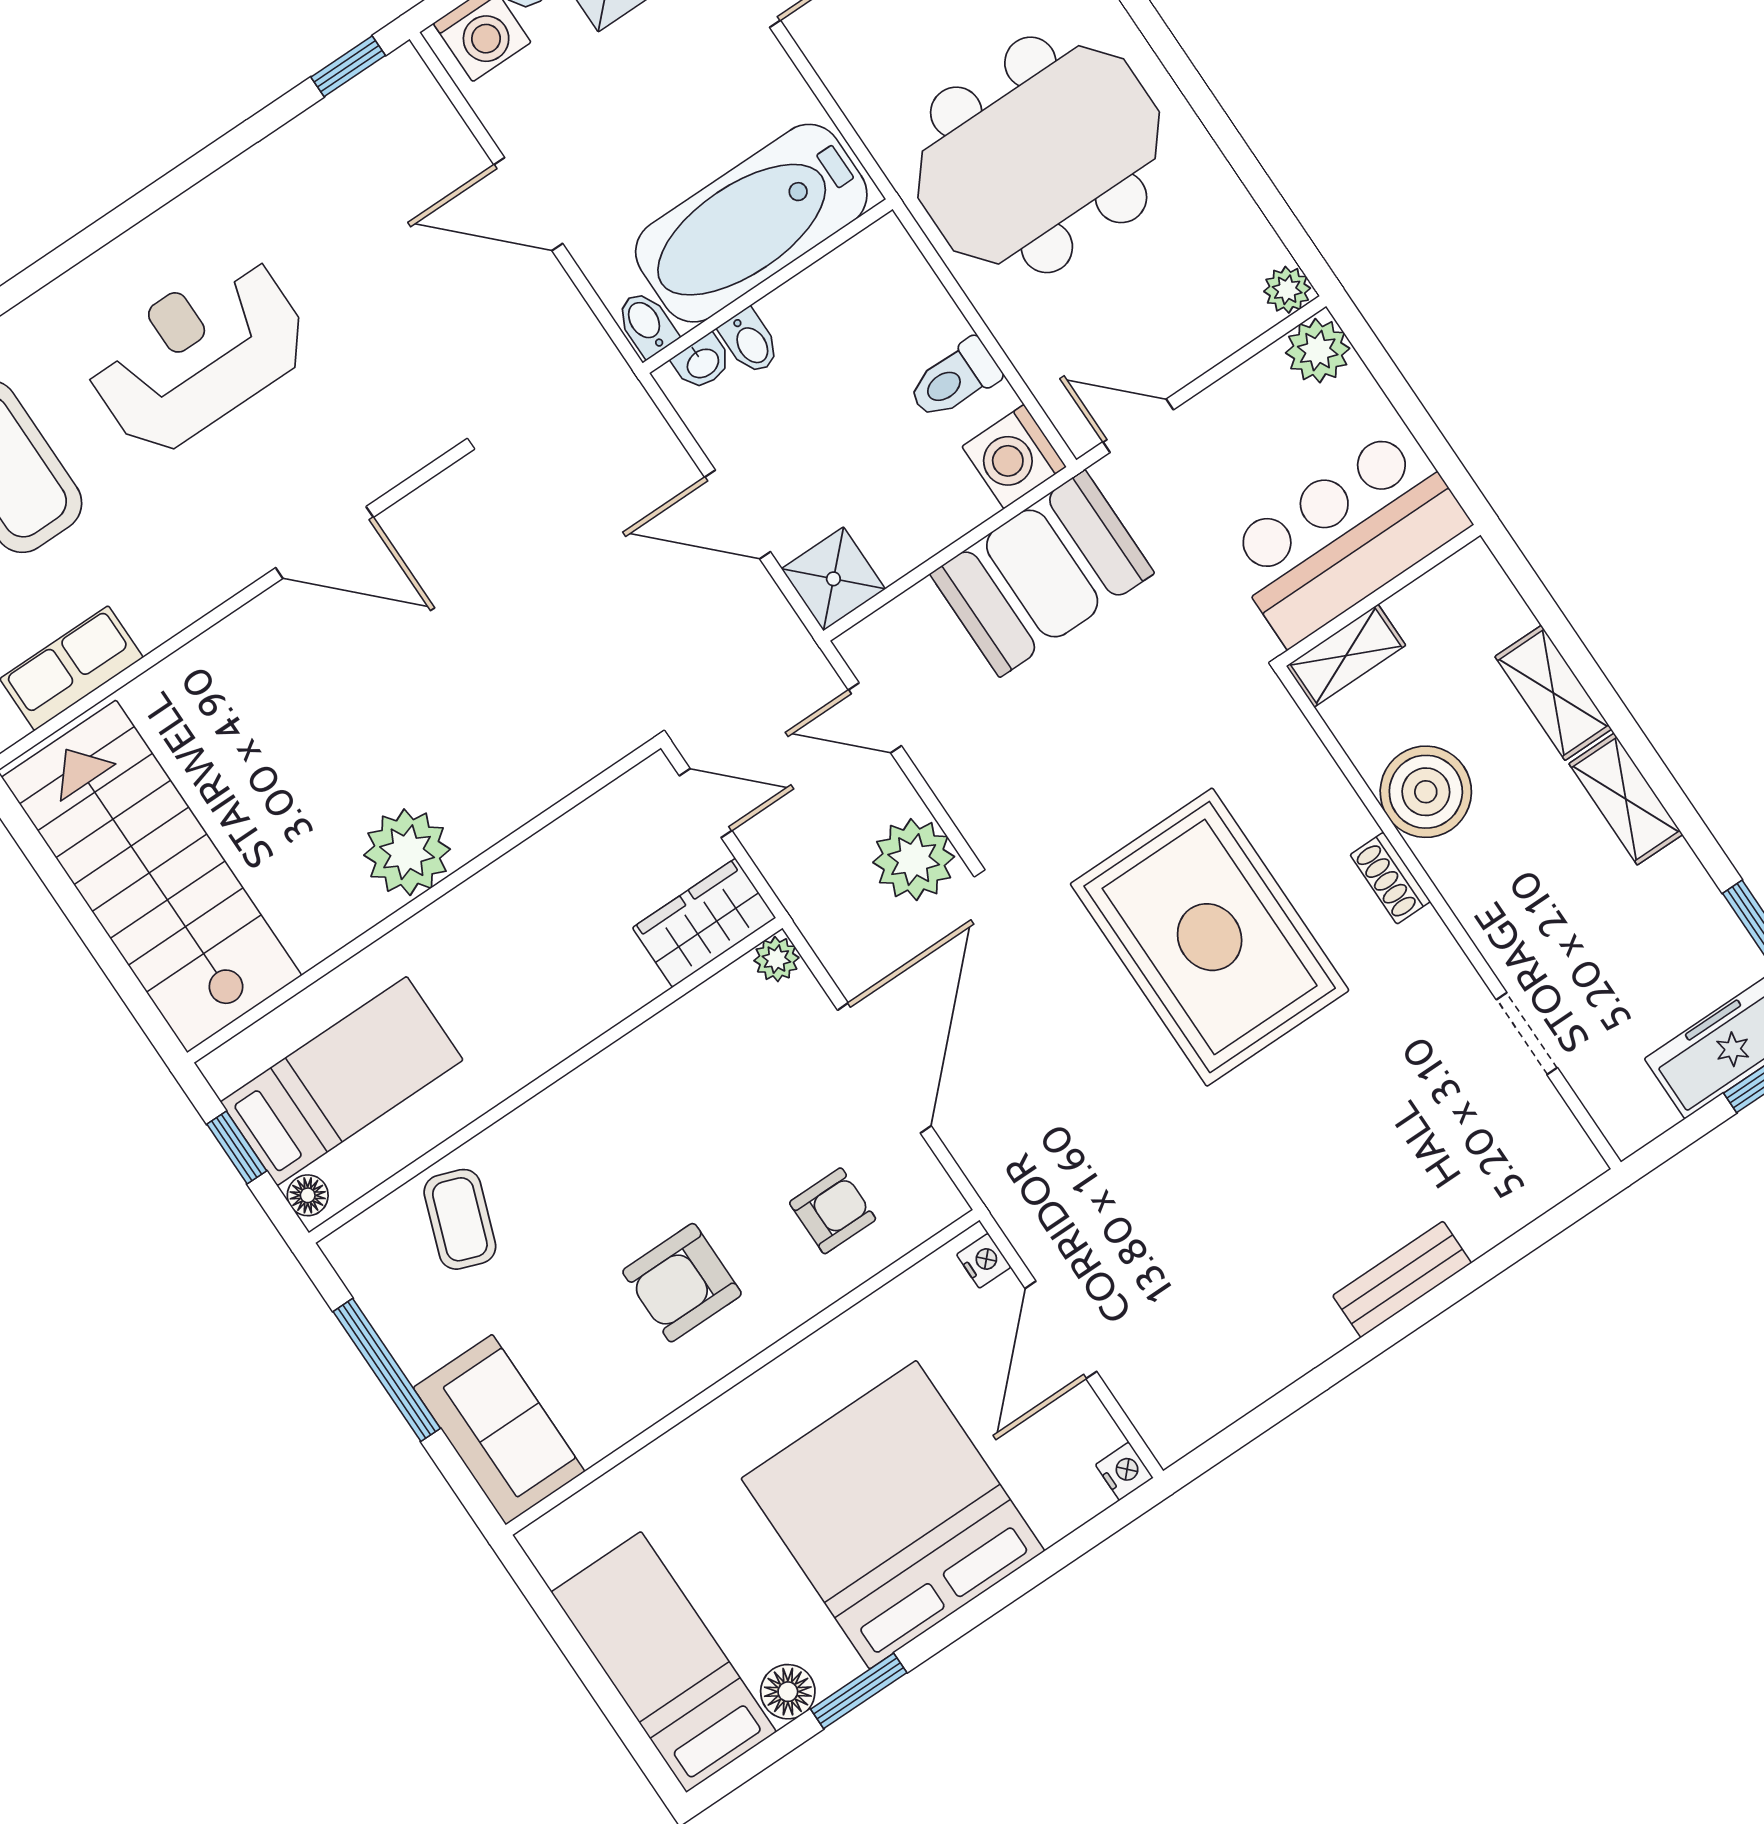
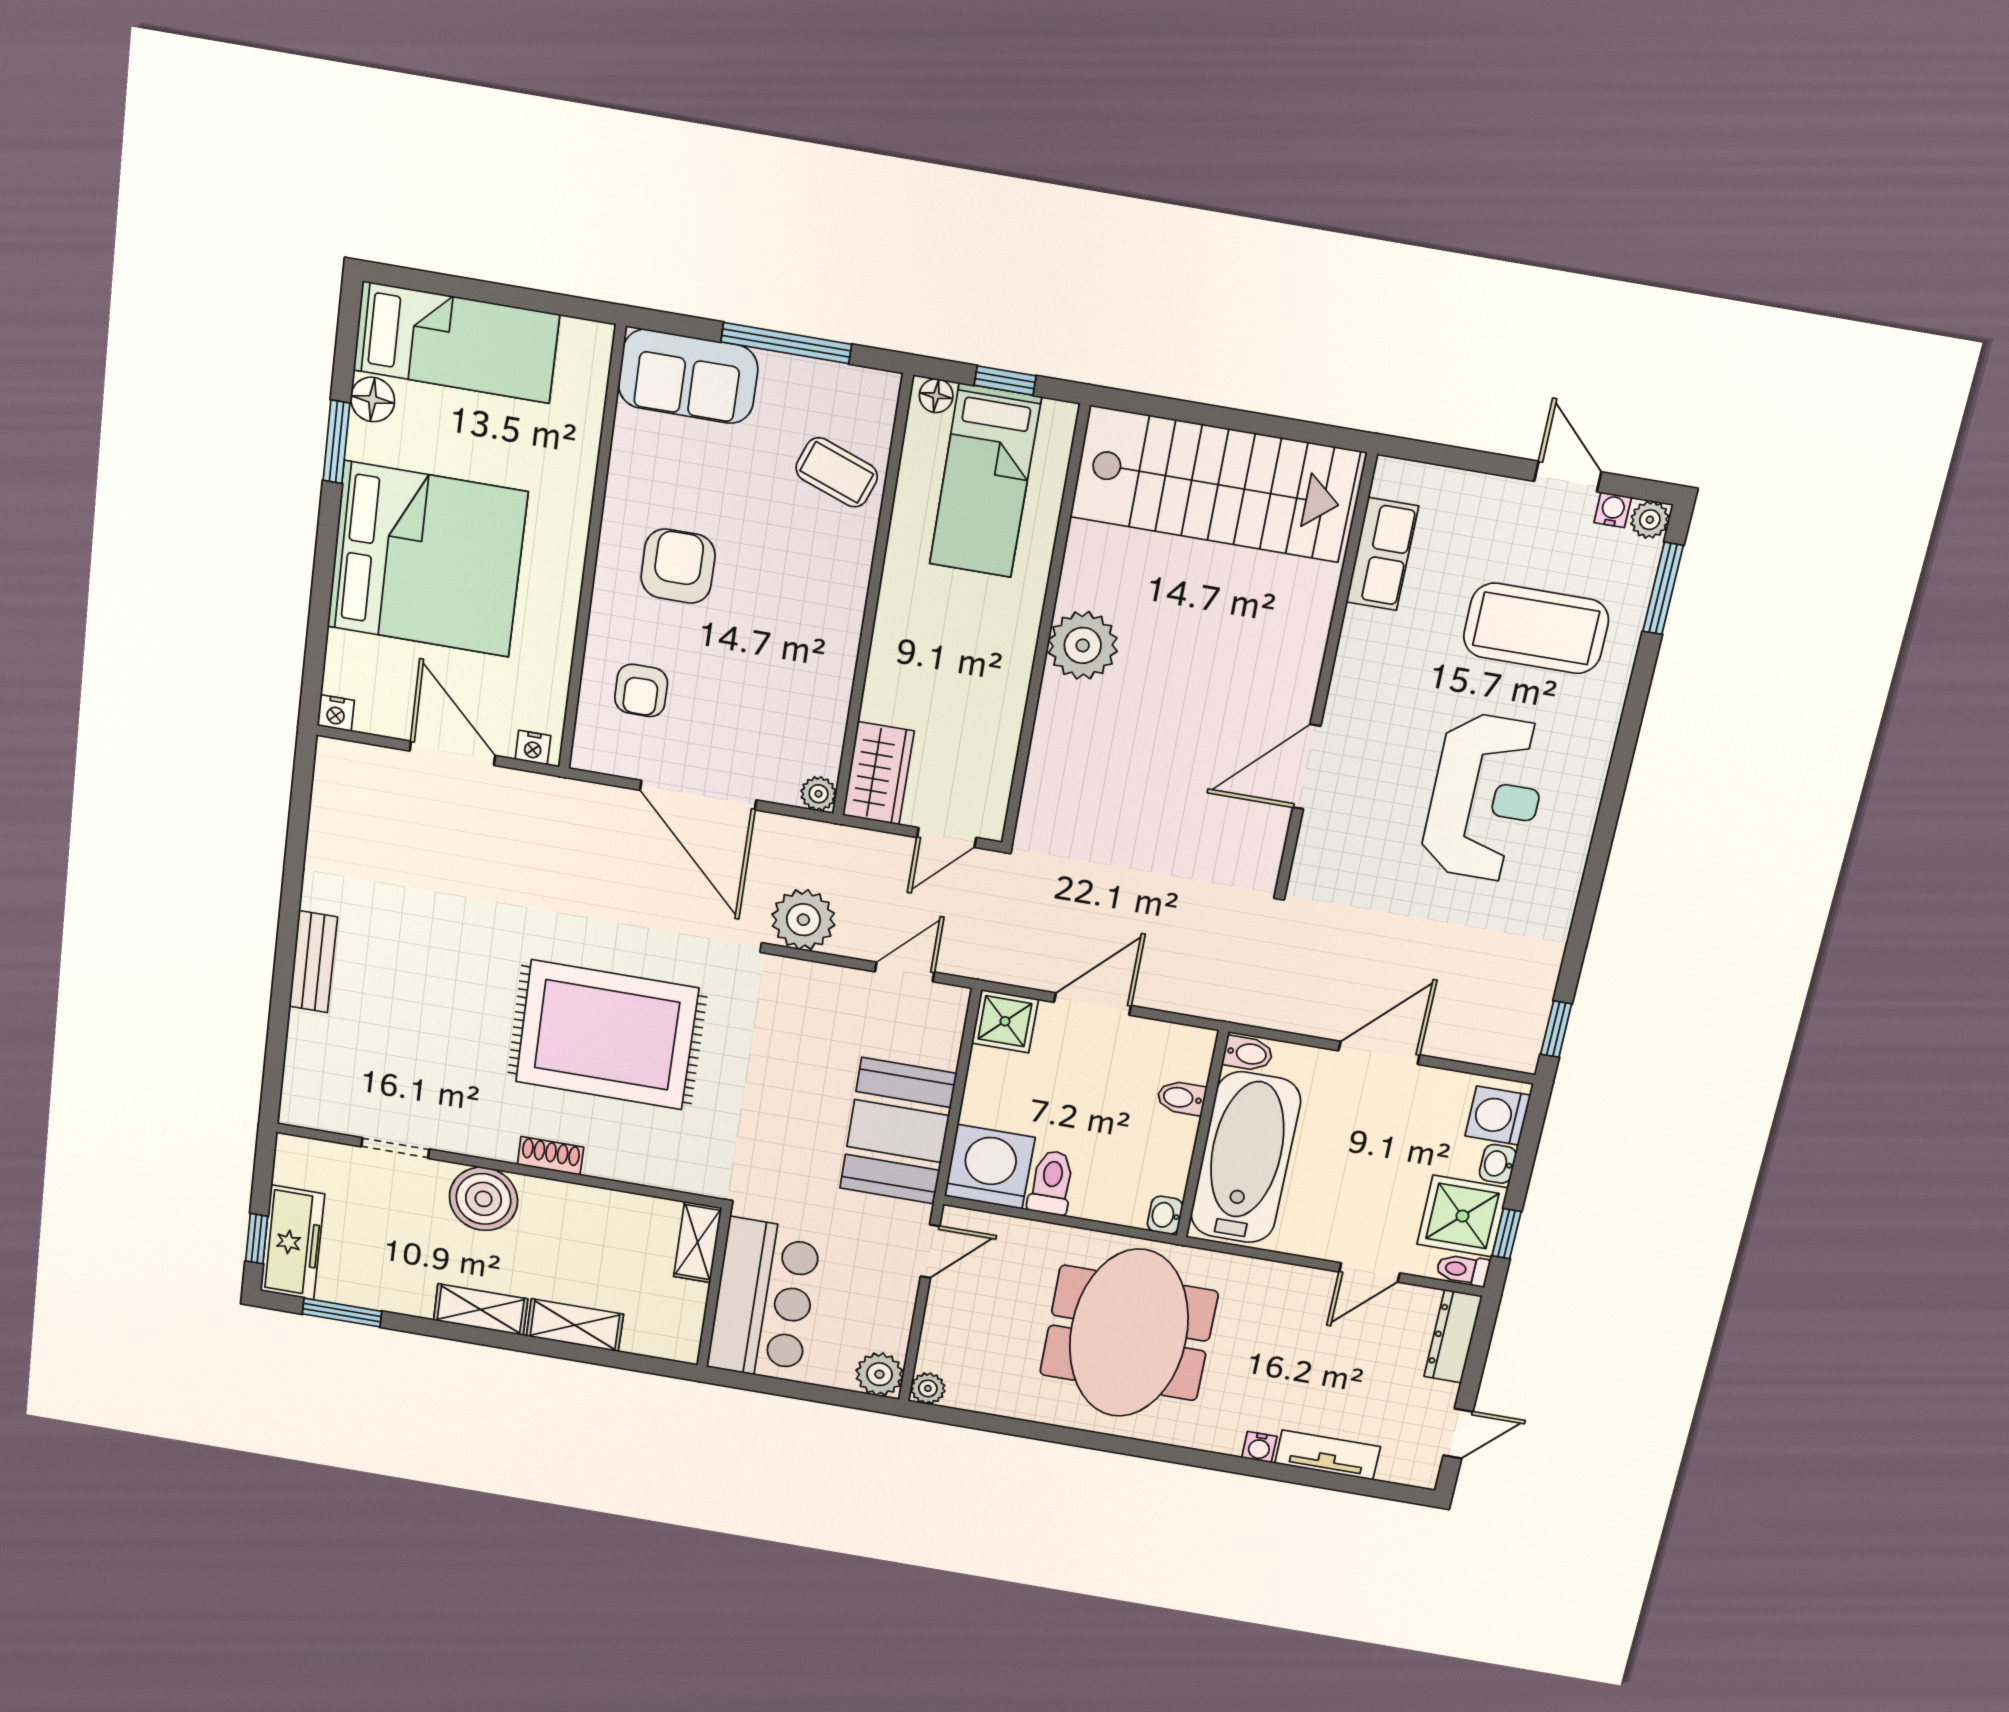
washbasin: (702, 362) -> (1165, 1215), moved
washing machine: (1014, 457) -> (990, 1167), width x1.37, depth x1.37
boiler: (1426, 792) -> (483, 1199), moved

